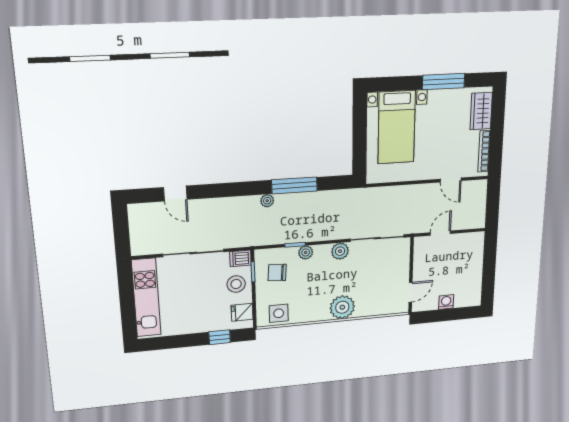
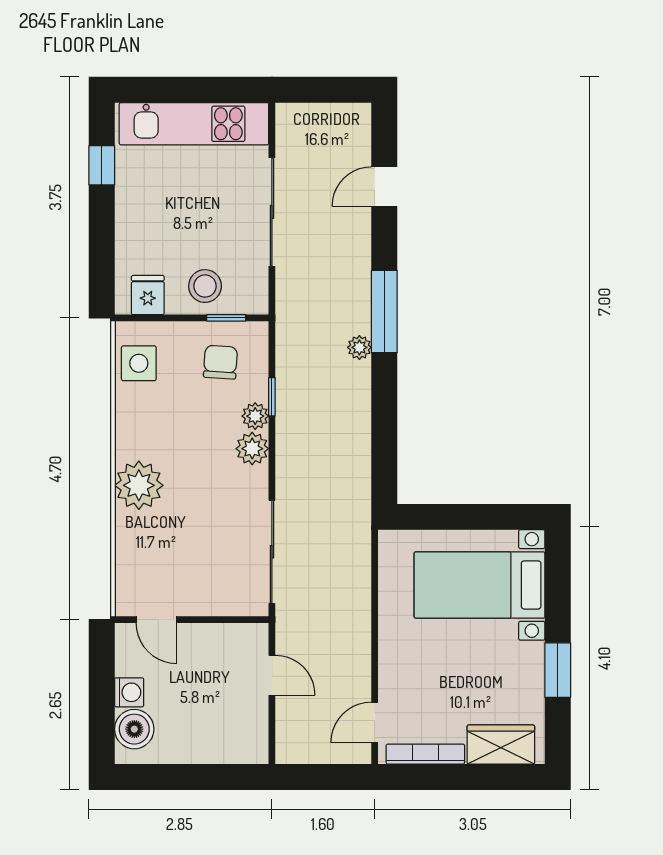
window: (444, 82) -> (558, 670), width x0.69
door: (451, 180) -> (375, 722), moved
window: (294, 185) -> (384, 312), moved
plant: (340, 251) -> (252, 449), moved
dishwasher: (240, 258) -> (254, 296), removed
boiler: (464, 298) -> (134, 729), added
window: (220, 337) -> (102, 165), moved

